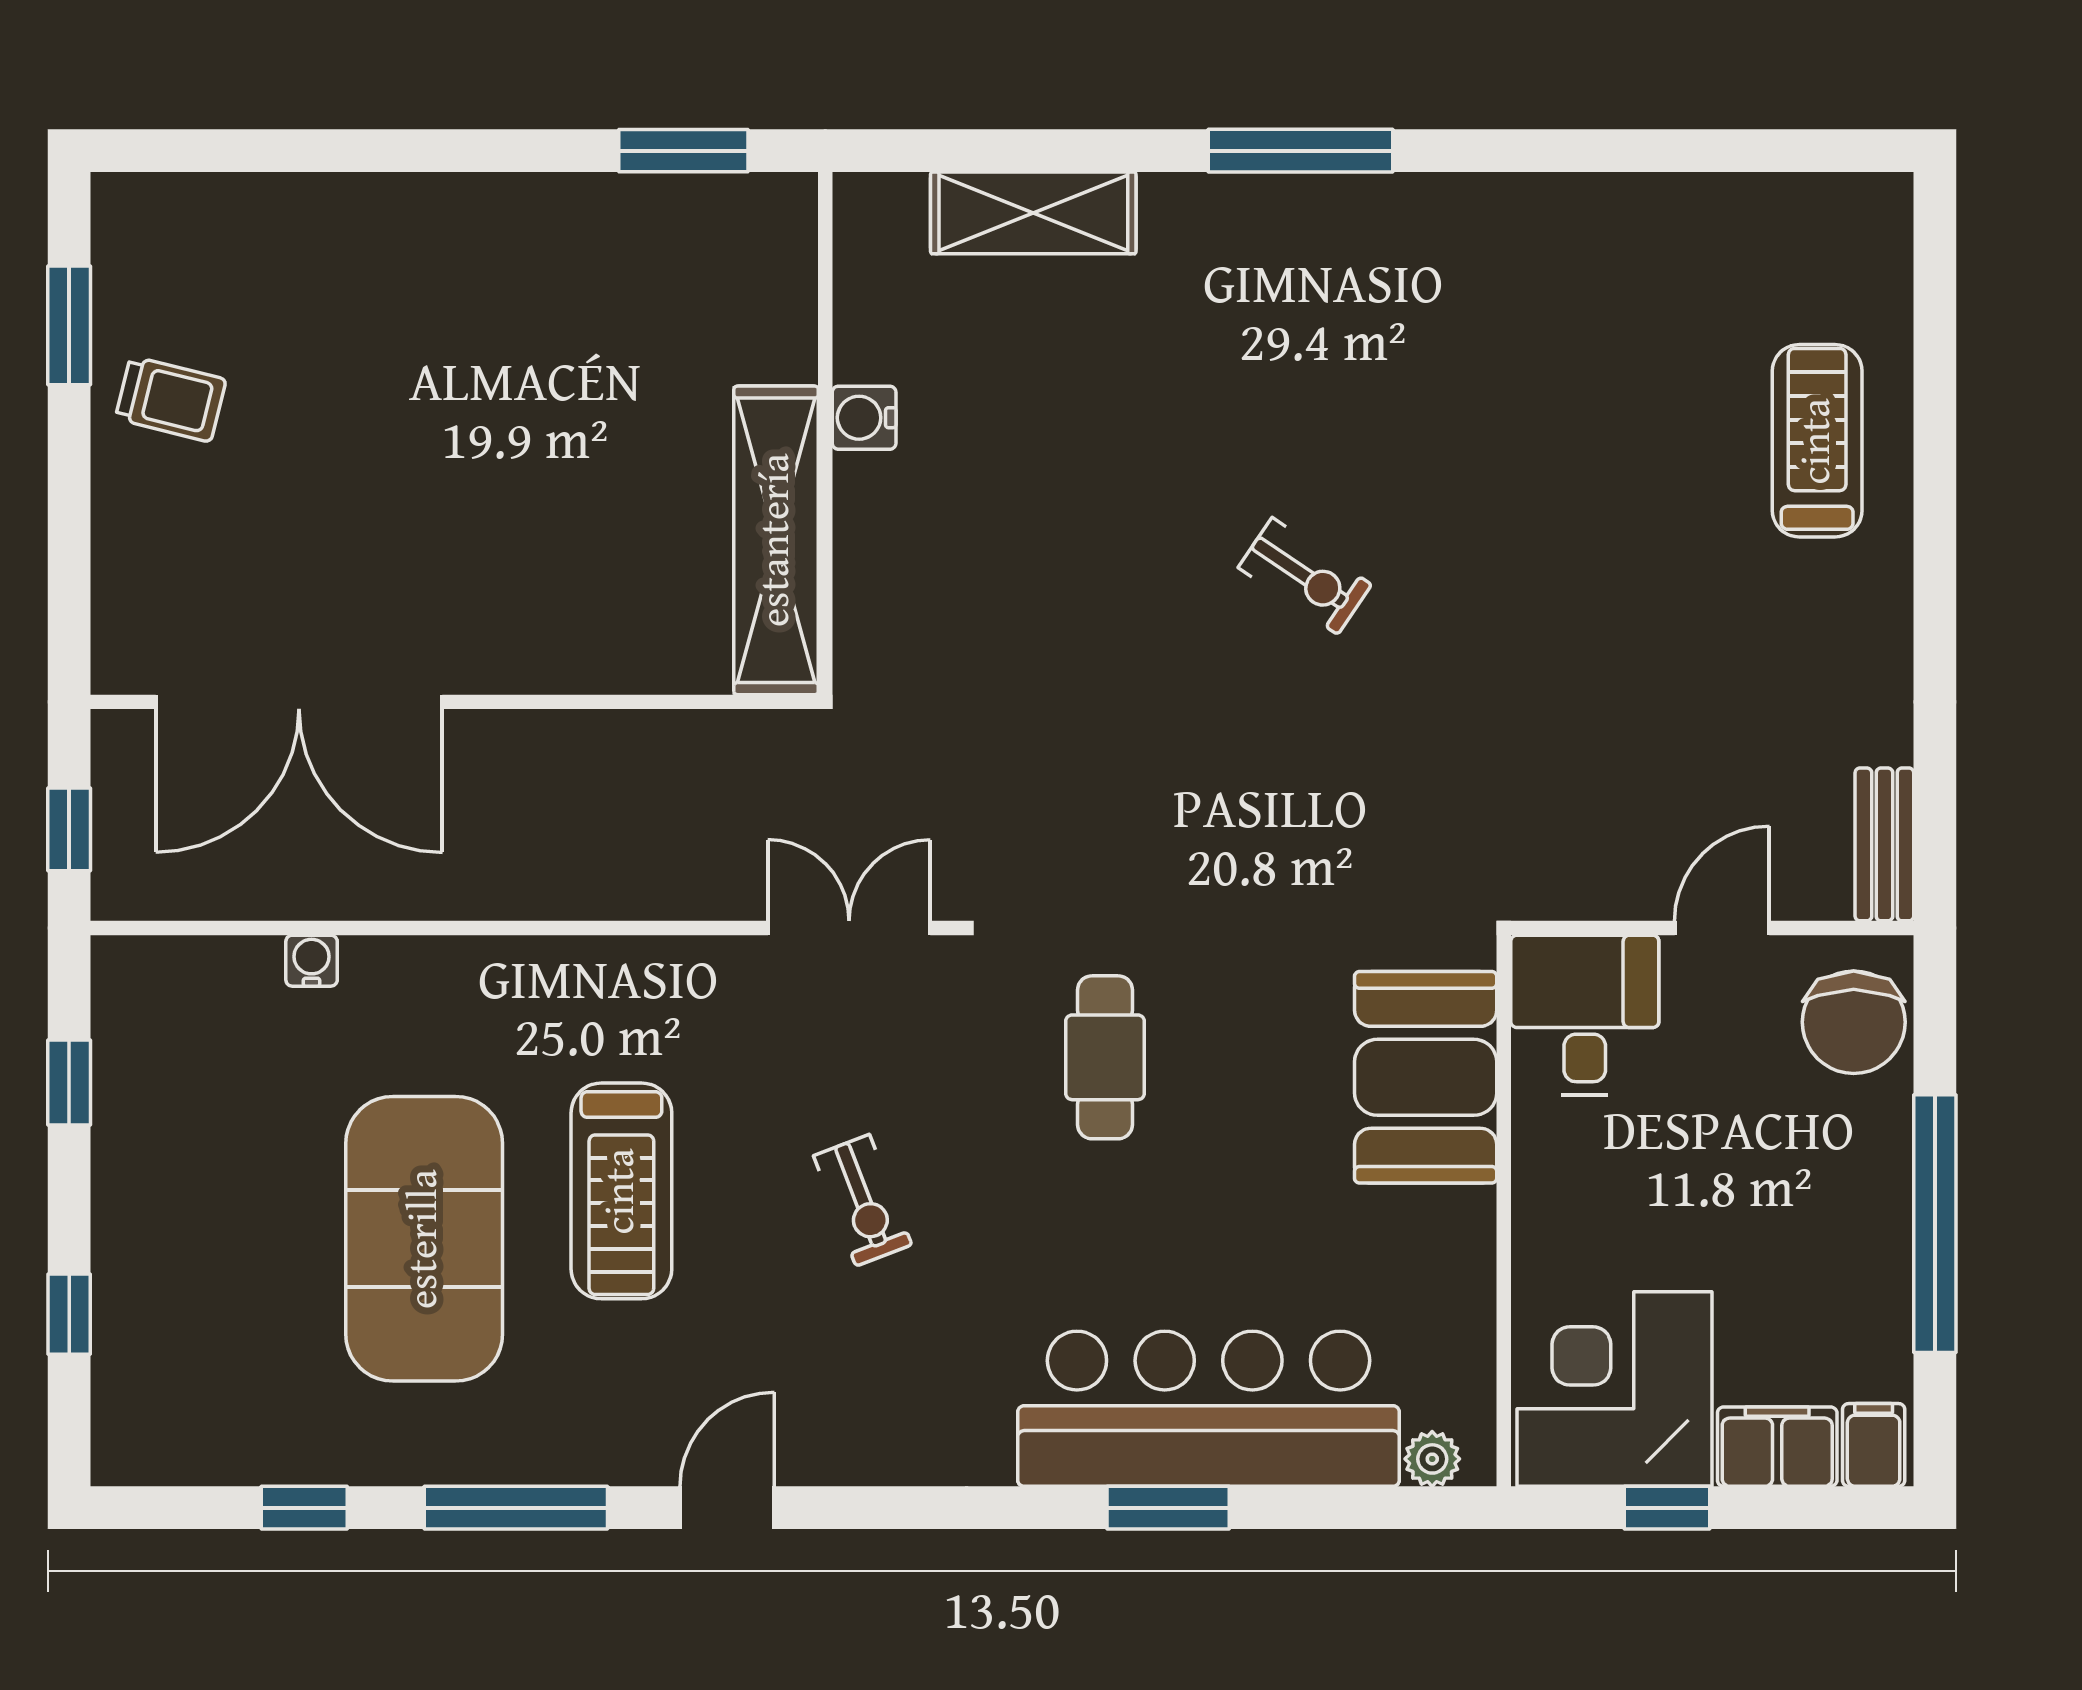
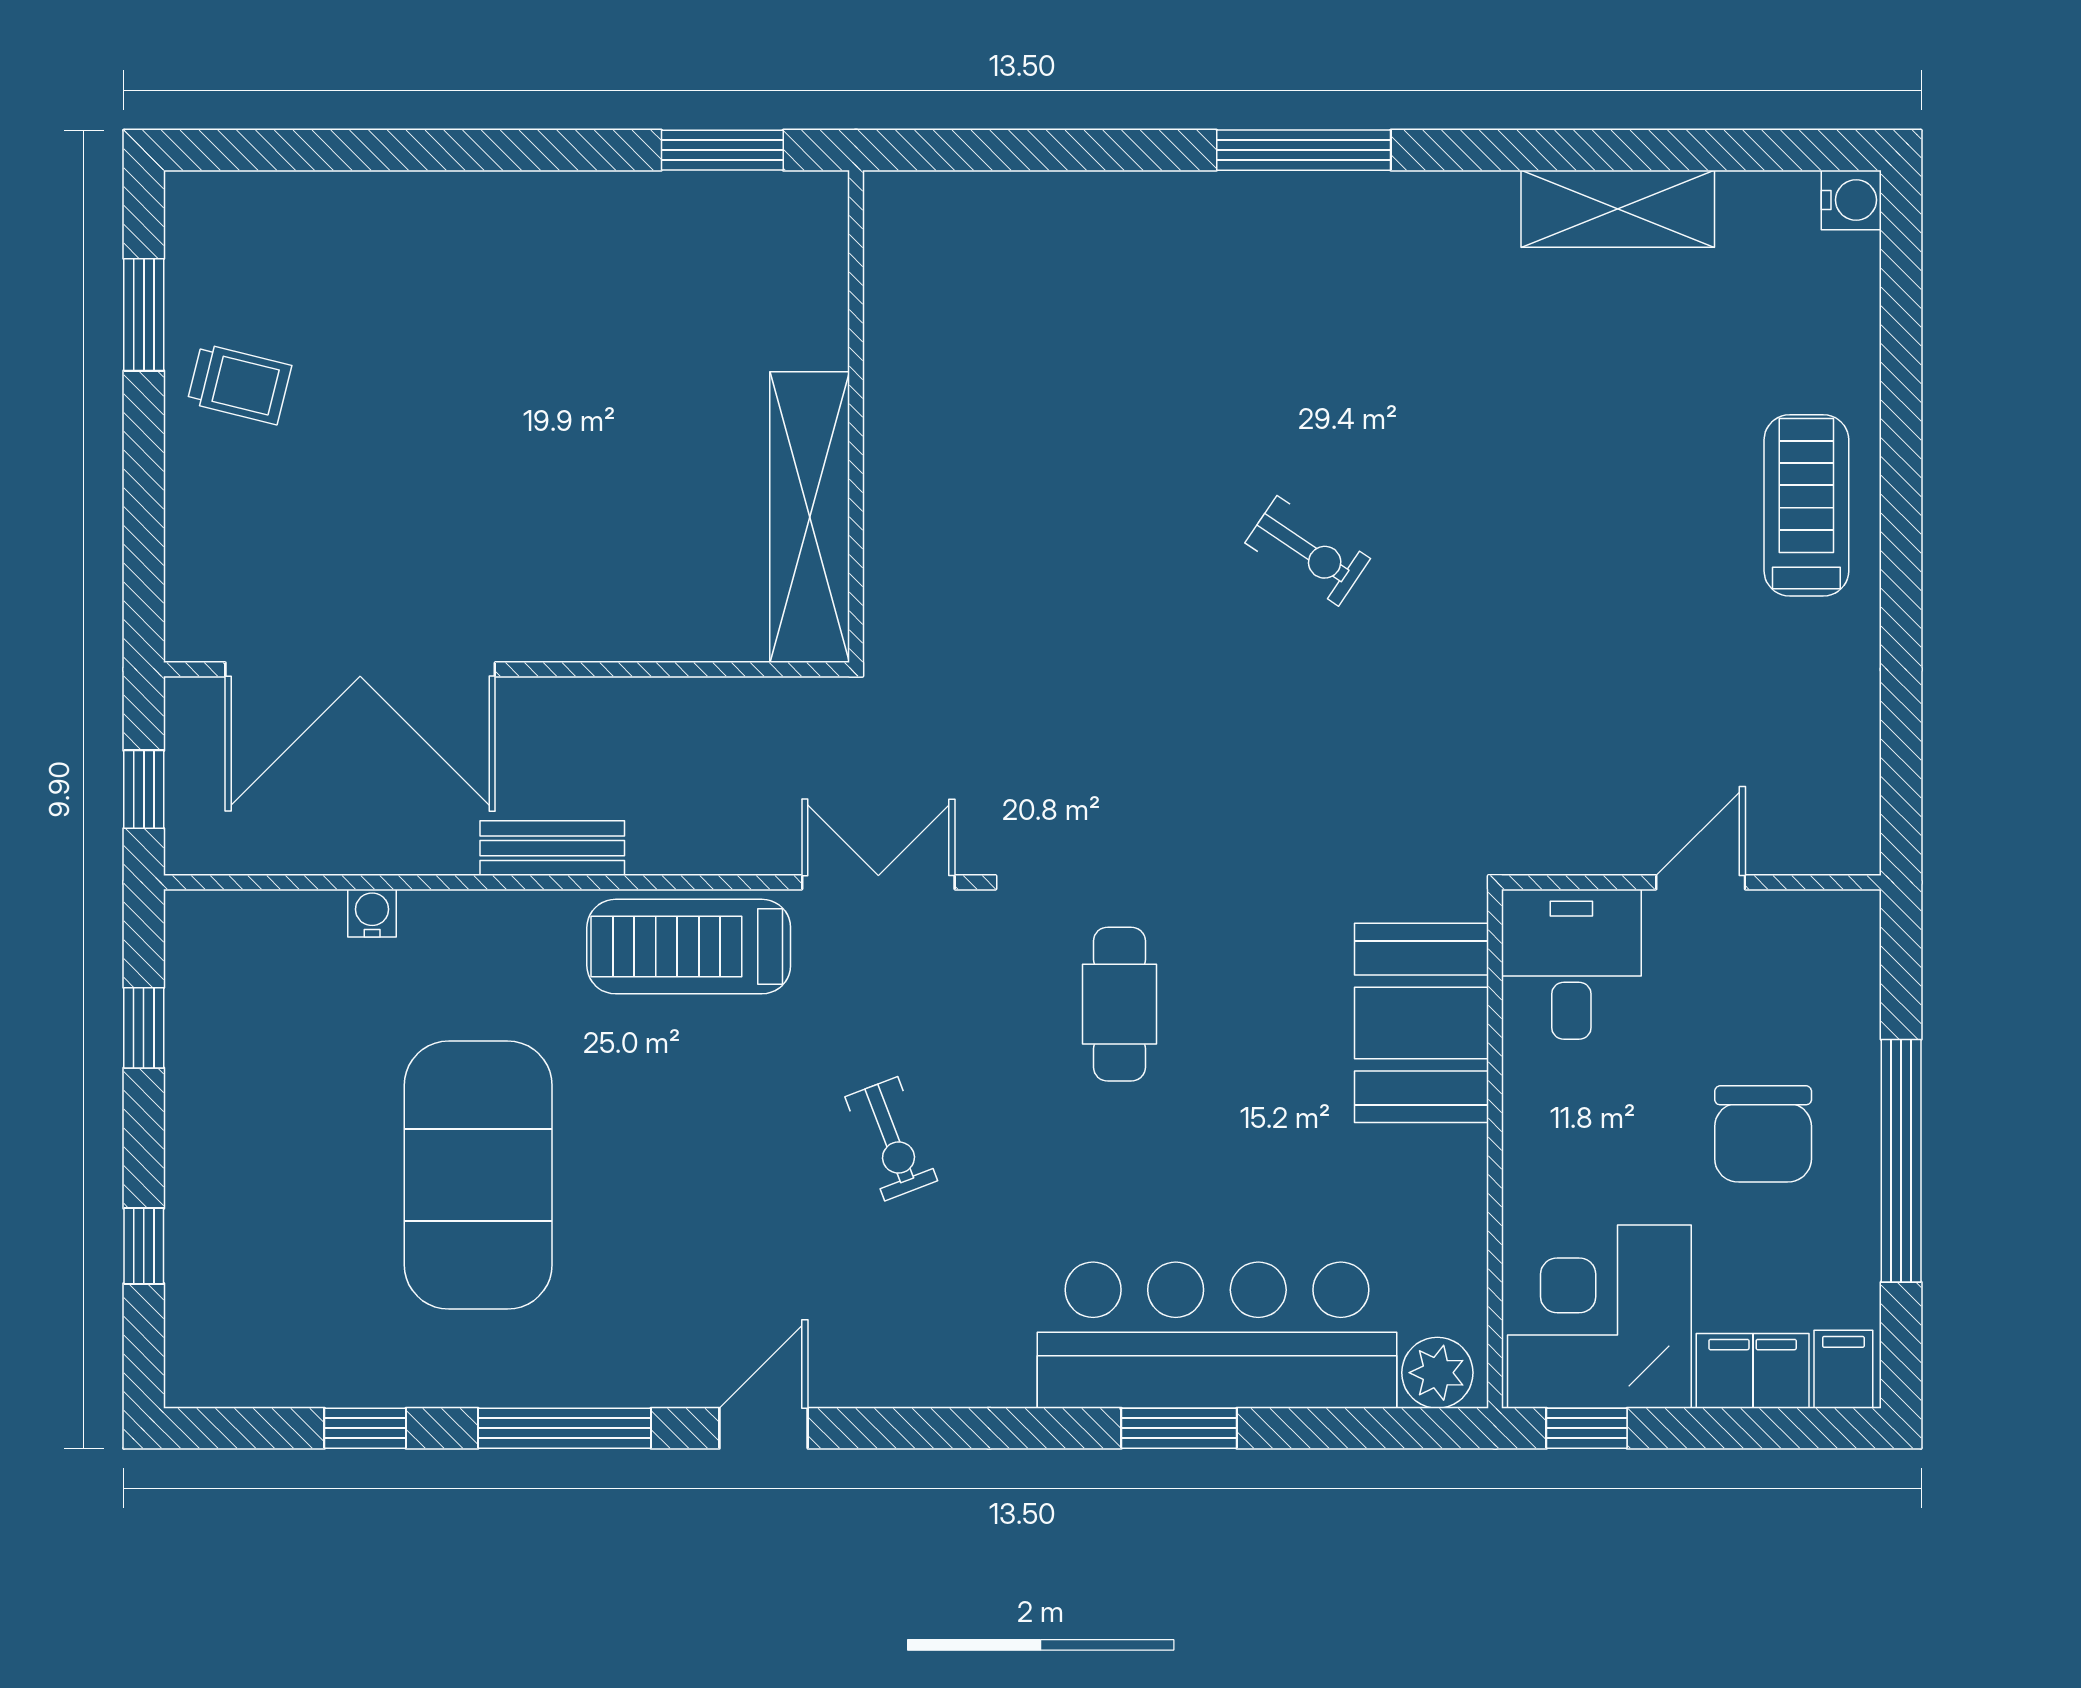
shelving: (1033, 213) -> (1618, 209), moved
water cooler: (864, 418) -> (1851, 200), moved, turned 180
treadmill: (1817, 441) -> (1806, 505), moved
bench: (1884, 844) -> (552, 848), moved, turned 90
chair: (1854, 1022) -> (1763, 1134), moved
treadmill: (621, 1191) -> (689, 947), moved, turned 90
plant: (1432, 1459) -> (1437, 1373), width x1.38, depth x1.38
window: (1667, 1508) -> (1587, 1428), moved

